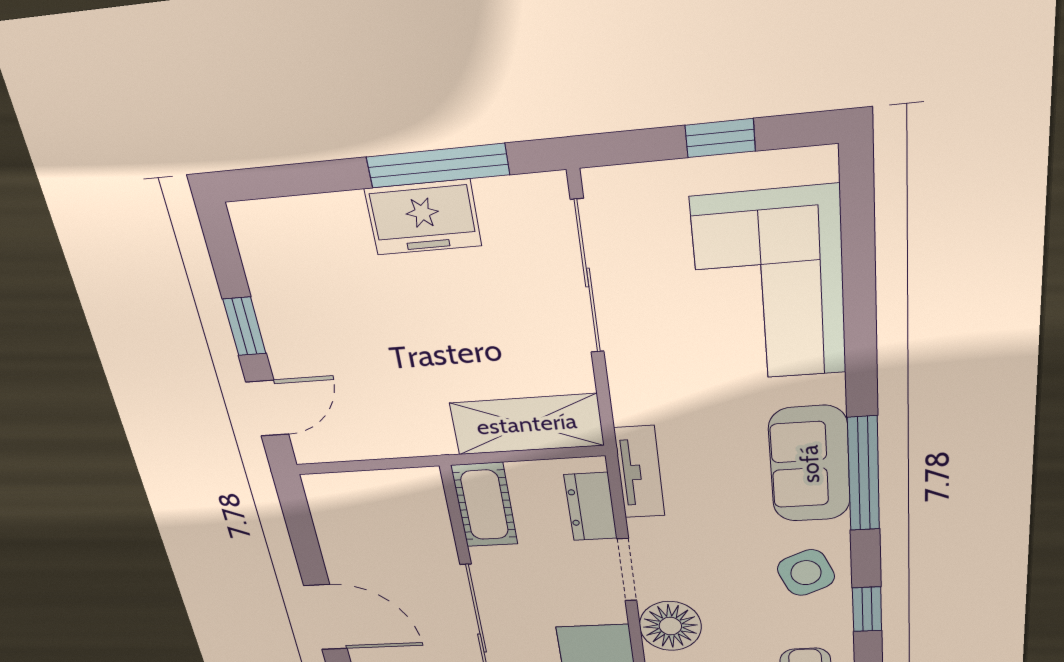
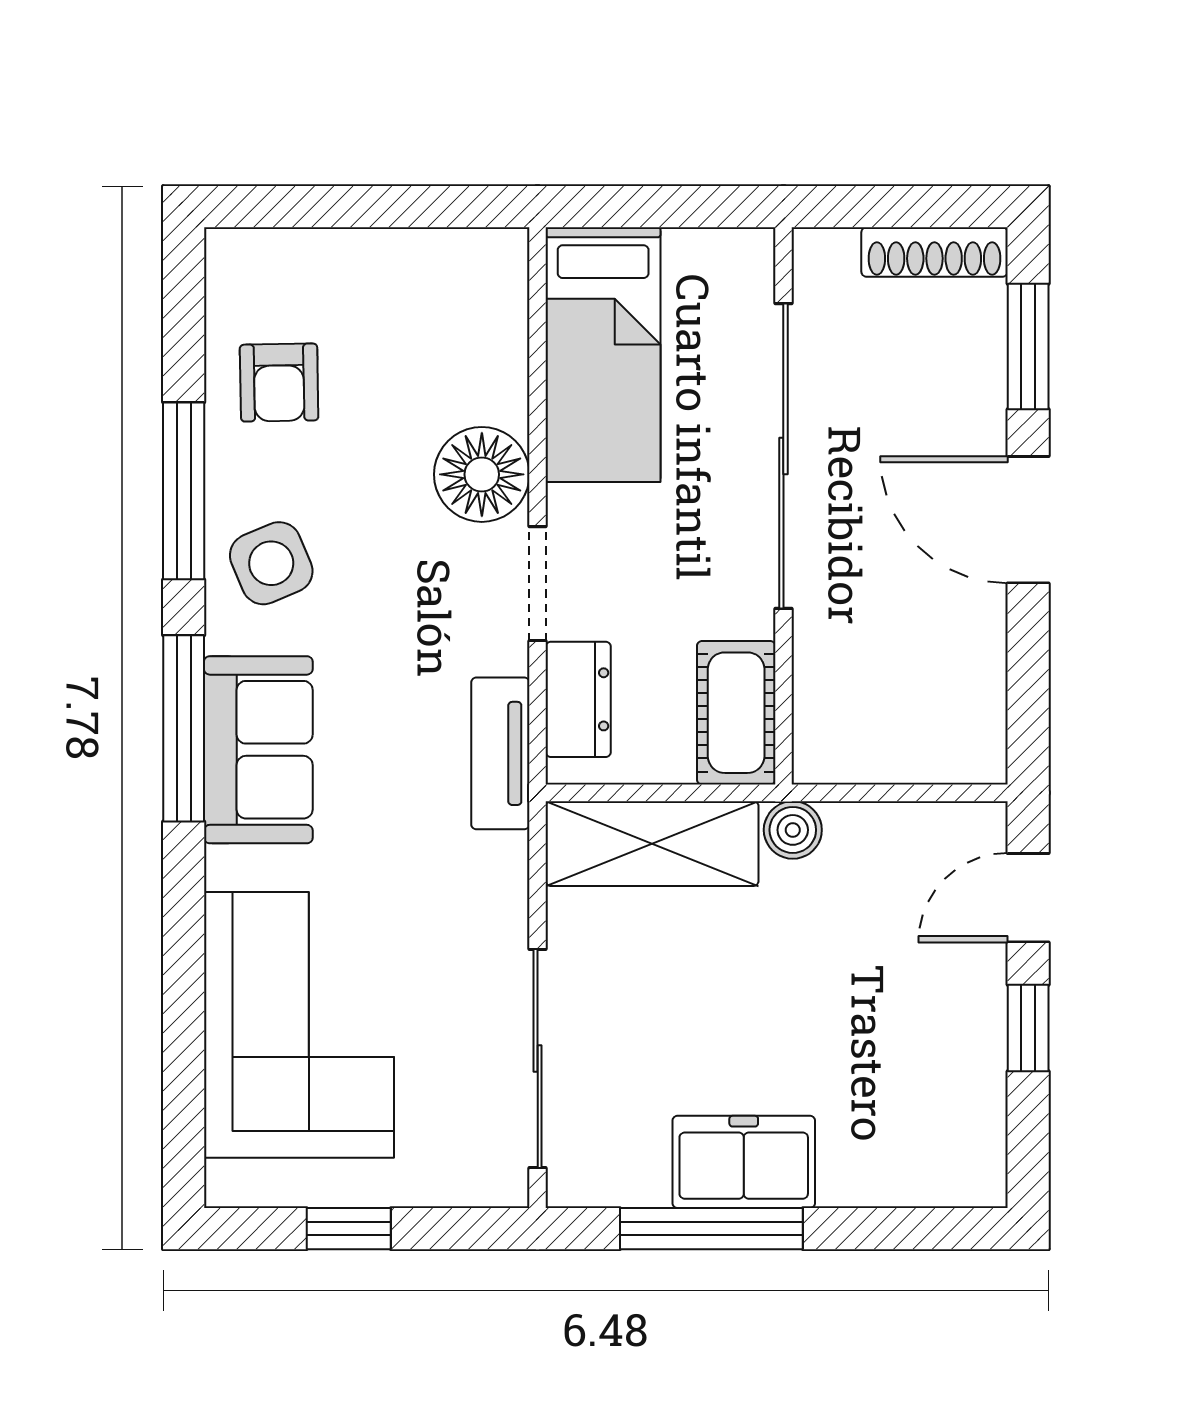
boiler: (433, 439) -> (793, 830), added
window: (867, 609) -> (184, 491), width x2.17

